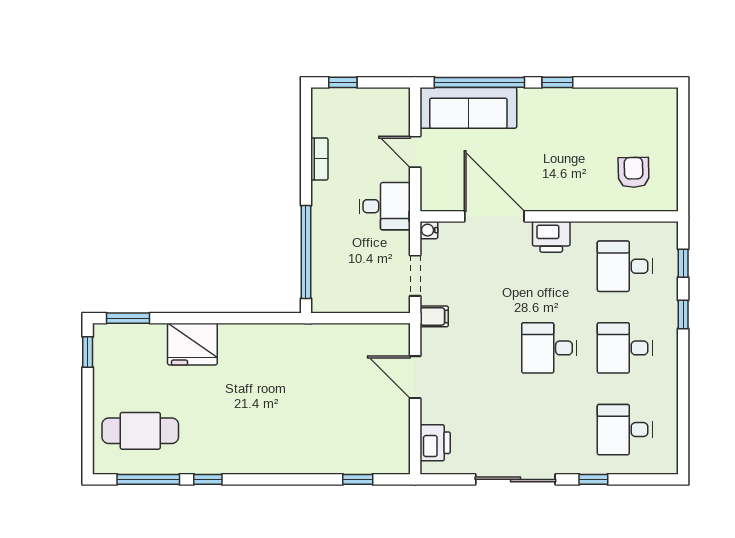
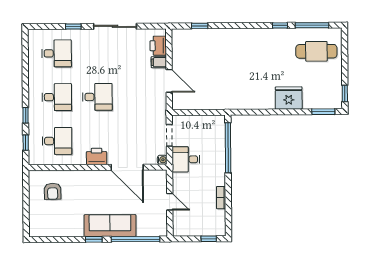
sofa: (468, 108) -> (110, 226), moved
desk: (385, 206) -> (186, 159), moved
filing cabinet: (434, 316) -> (159, 62), moved

